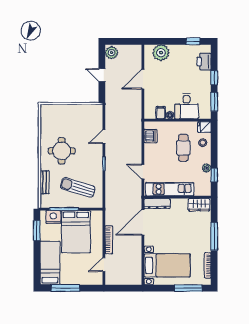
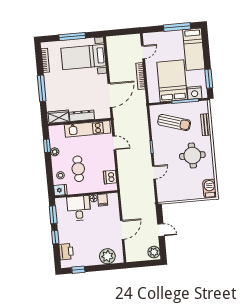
barbecue: (47, 114) -> (210, 189), added
dresser: (157, 204) -> (82, 116), moved
window: (188, 288) -> (72, 37), moved

